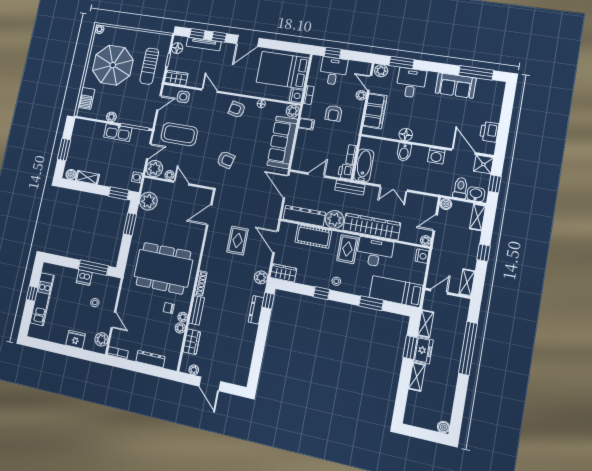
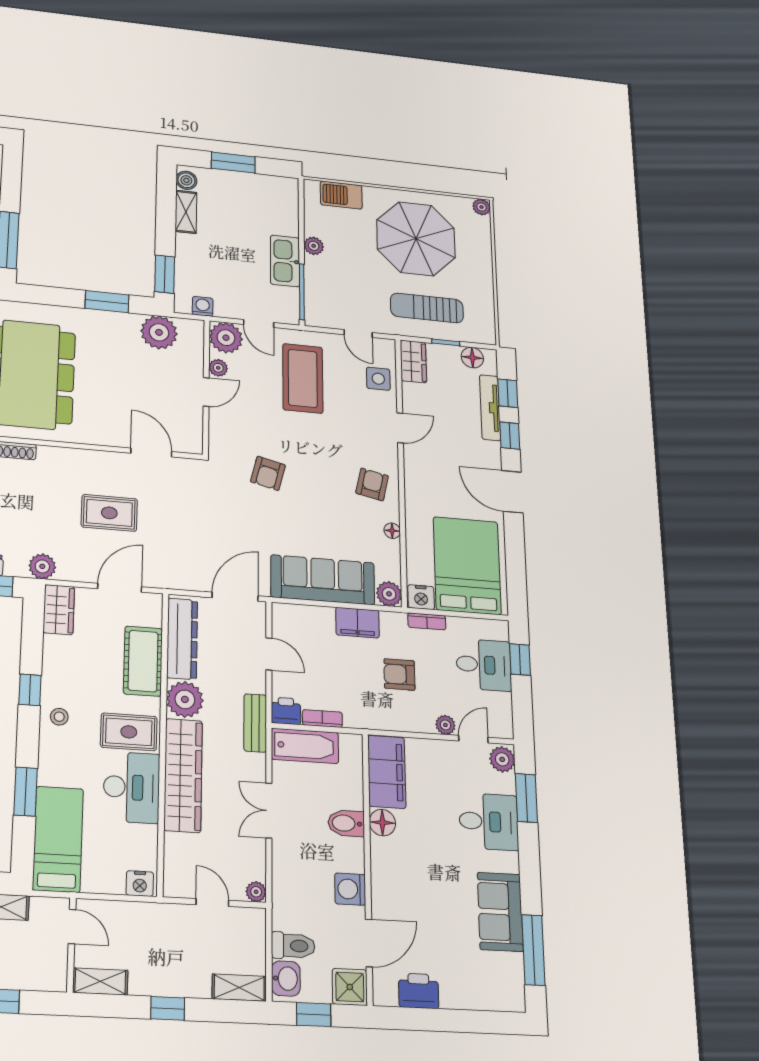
filing cabinet: (375, 111) -> (387, 772), moved, turned -90
filing cabinet: (307, 124) -> (357, 623), width x2.00
boiler: (446, 204) -> (255, 920), removed
plant: (426, 241) -> (256, 892), moved

